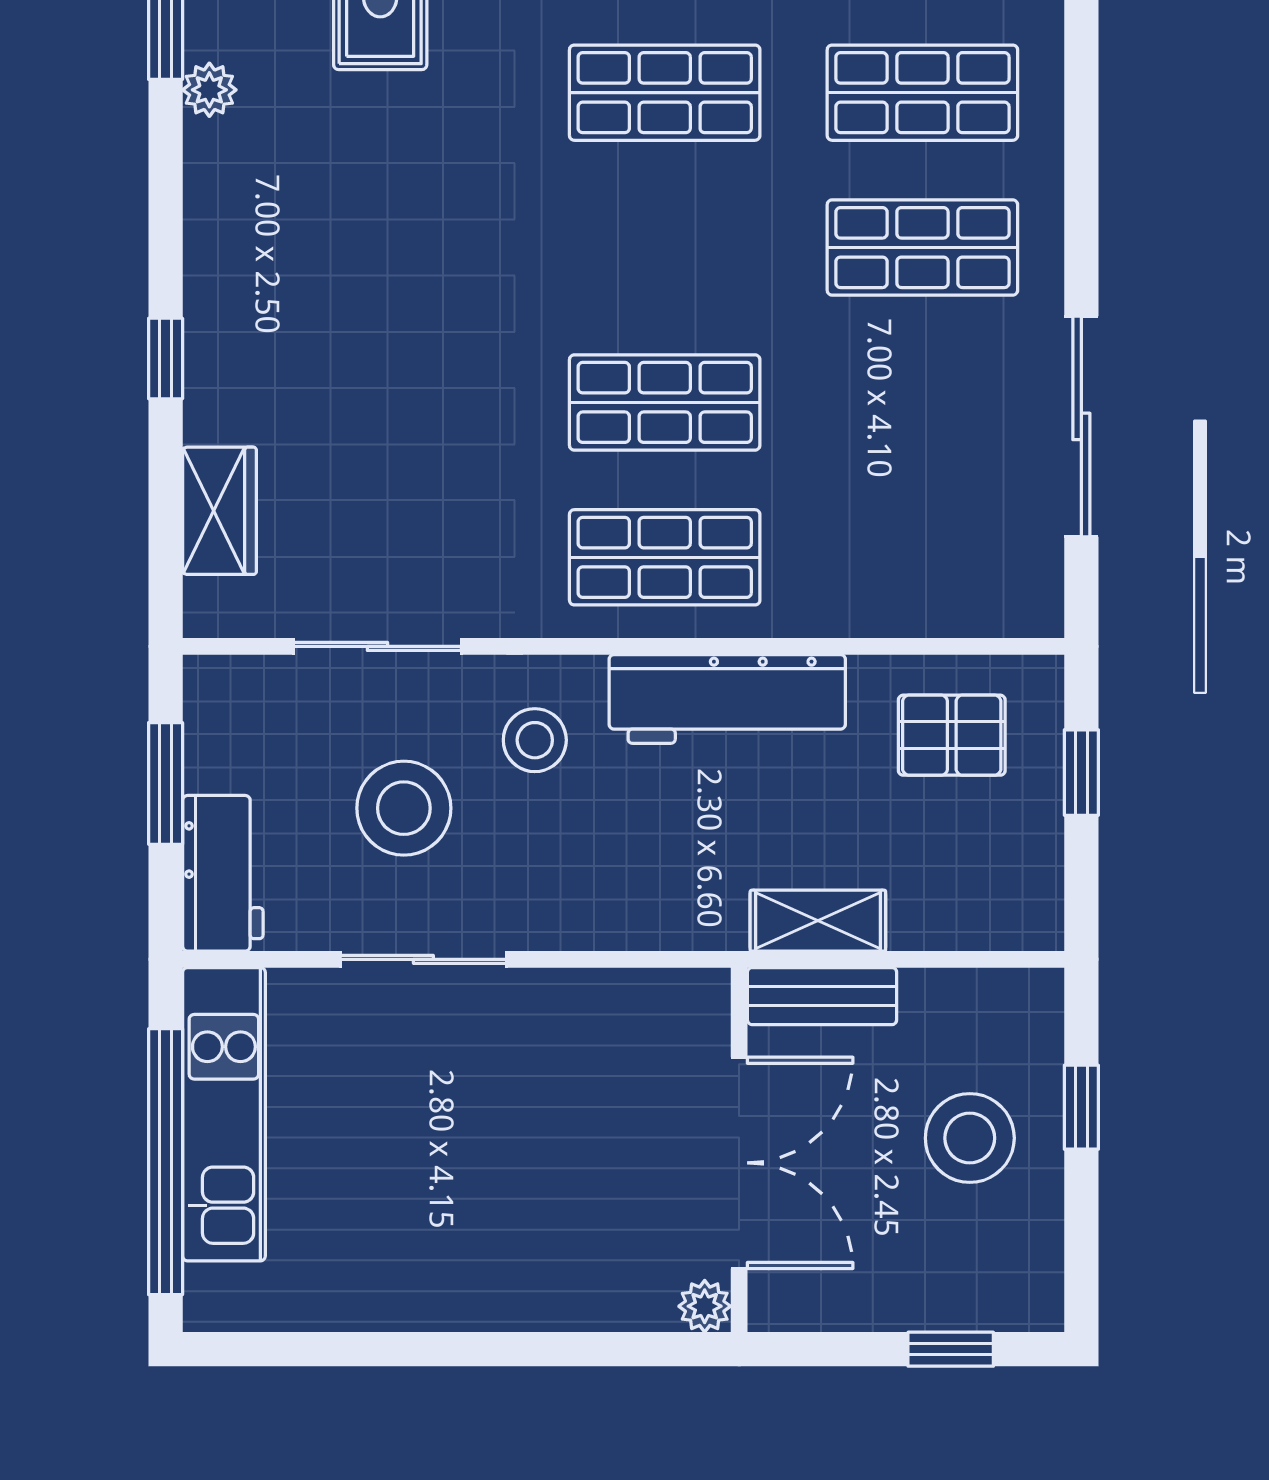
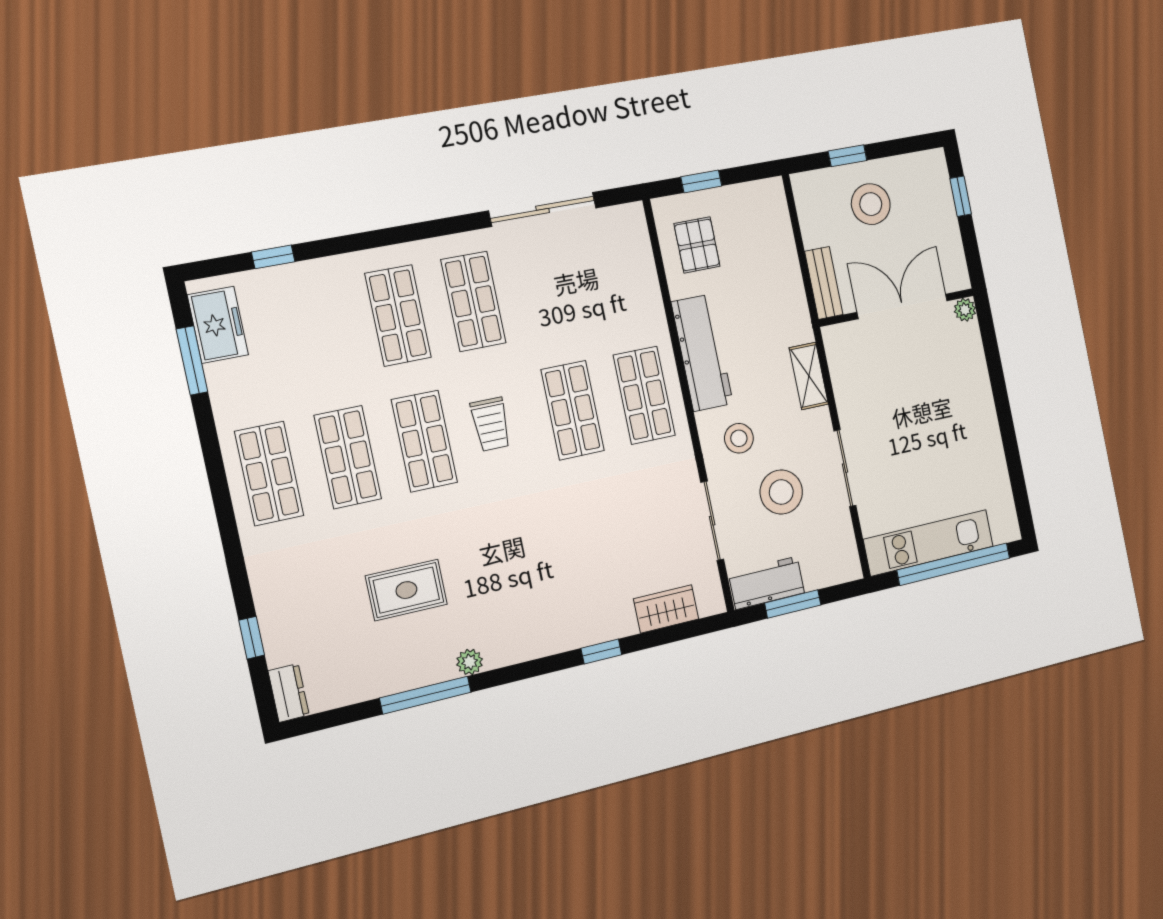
trolley: (671, 231) -> (491, 424), added
workbench: (223, 873) -> (767, 583), moved
shelving: (818, 921) -> (809, 376), moved

